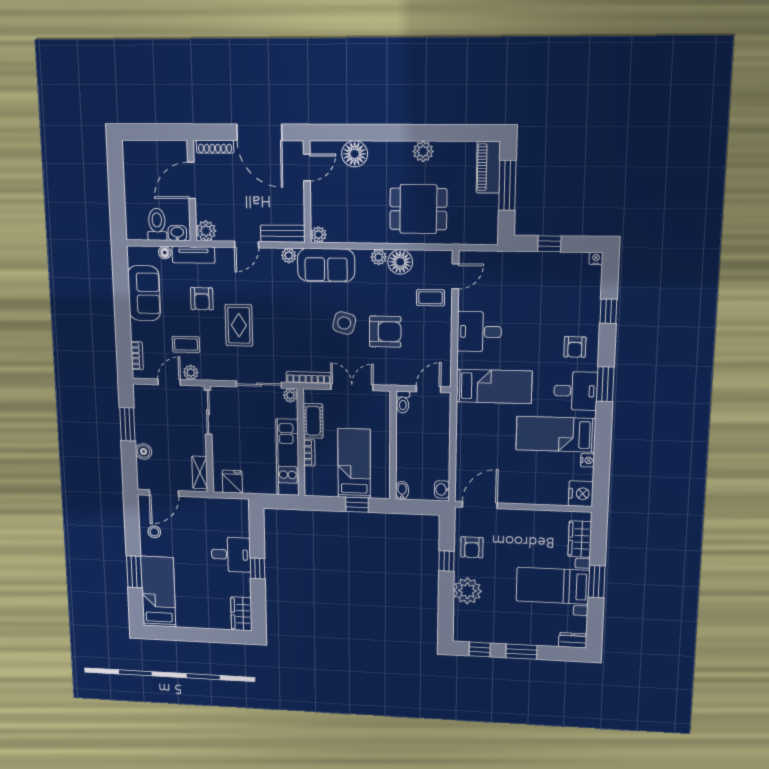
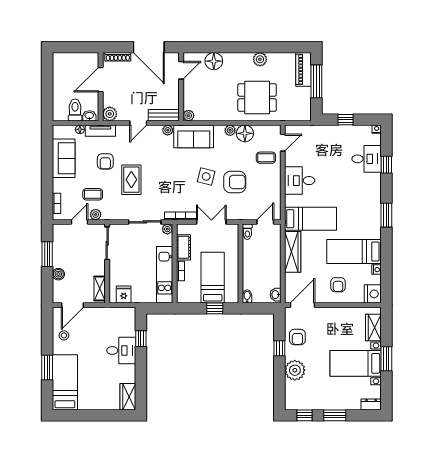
armchair: (575, 347) -> (338, 285), moved
desk: (576, 391) -> (367, 159), moved
wardrobe: (467, 432) -> (293, 252), added
window: (258, 568) -> (141, 339), moved

